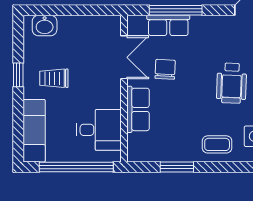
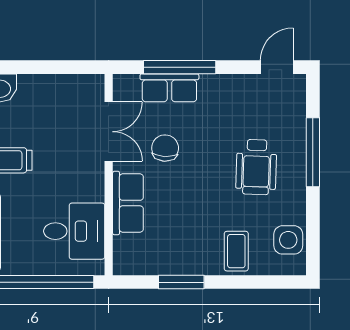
coffee table: (217, 144) -> (236, 251), turned 90

